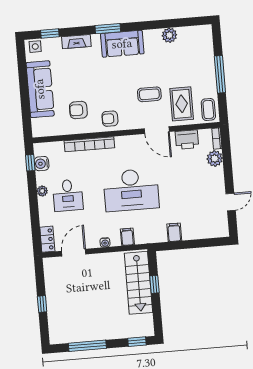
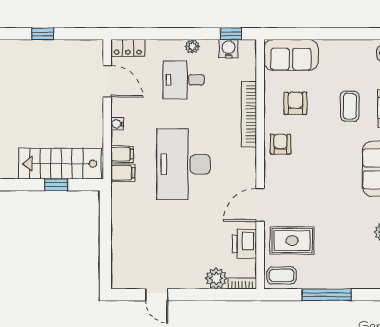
sofa: (40, 89) -> (291, 55), moved, width x0.73
coffee table: (149, 94) -> (350, 106), moved
filing cabinet: (174, 232) -> (123, 173), moved

